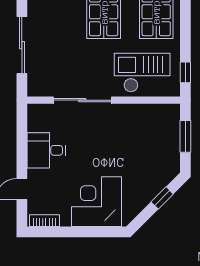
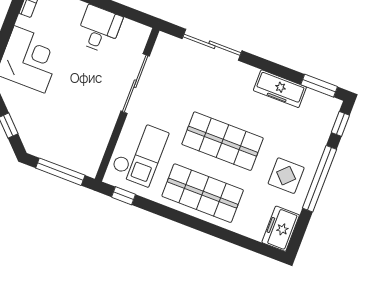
window: (185, 136) -> (60, 172), width x1.44

